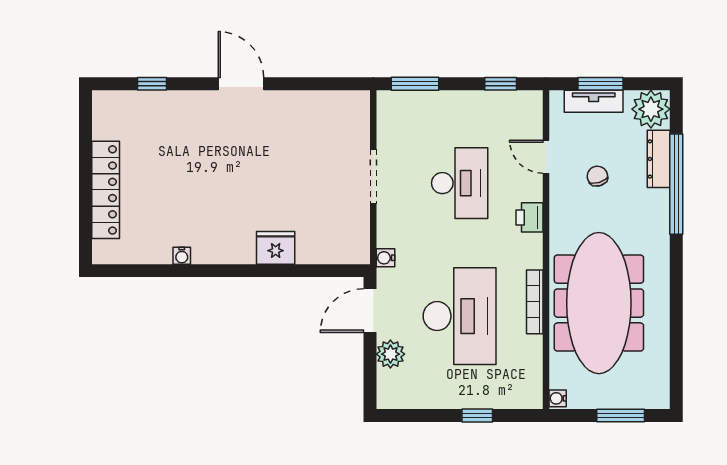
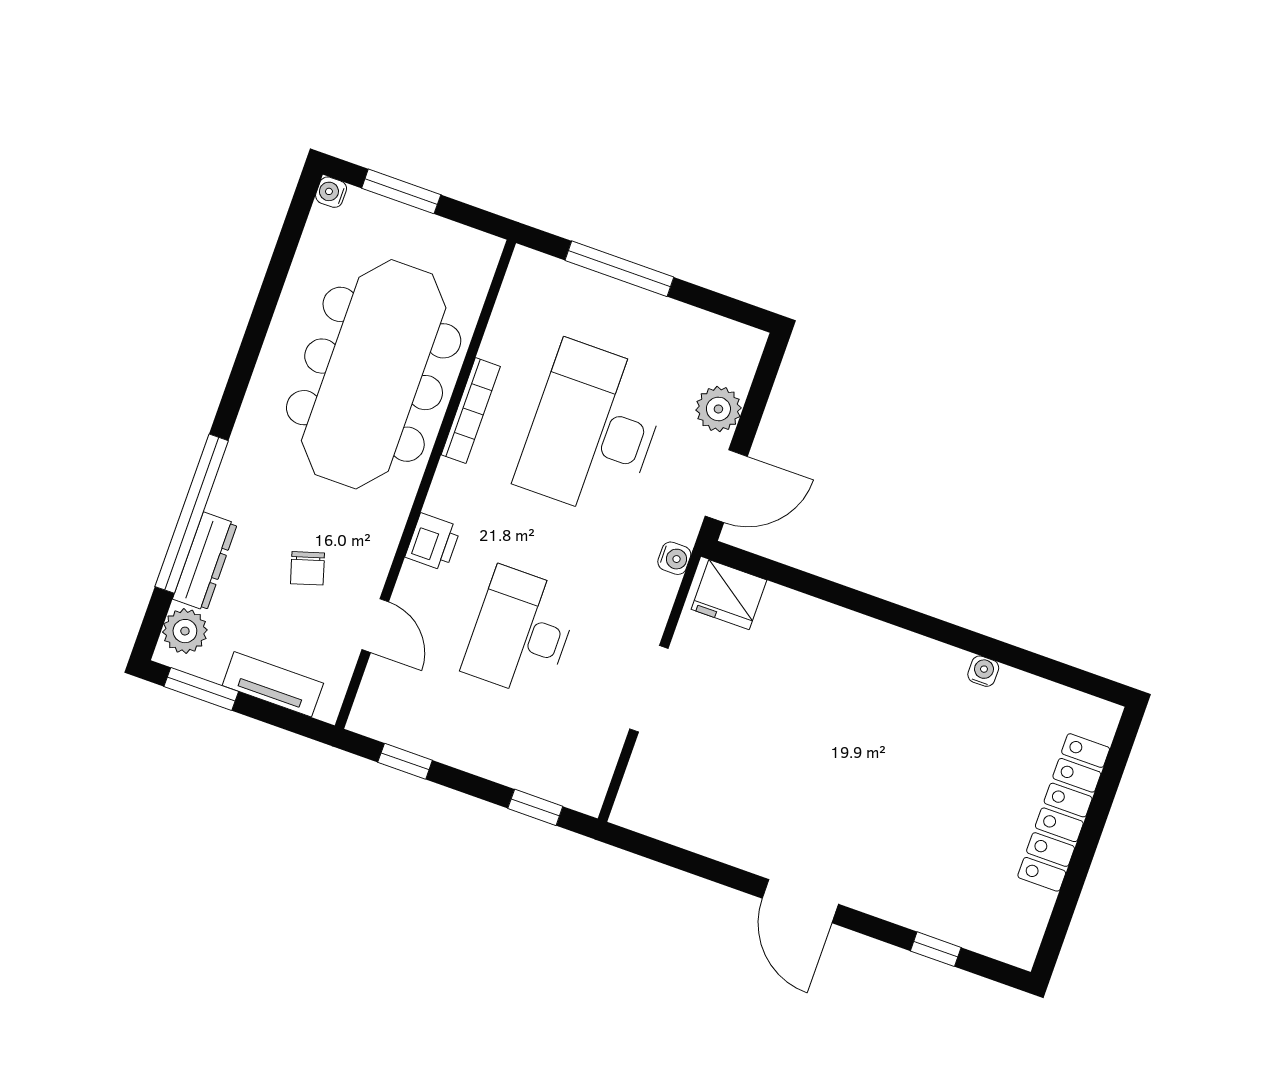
window: (415, 84) -> (535, 807), width x0.67
window: (601, 84) -> (201, 689), moved
plant: (651, 109) -> (185, 631), width x0.73, depth x0.73
fridge: (276, 248) -> (729, 595), moved
water cooler: (558, 398) -> (331, 192), moved, turned 180
window: (477, 415) -> (619, 269), width x2.17

